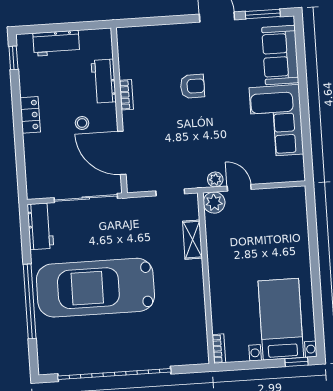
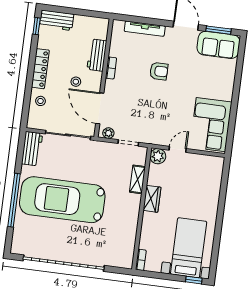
tv unit: (162, 32) -> (145, 29), added
workbench: (56, 43) -> (57, 20), moved
sofa: (280, 55) -> (218, 45), moved, turned -90
locker: (30, 115) -> (40, 69), width x1.53
corner sofa: (276, 121) -> (211, 125), moved
stool: (39, 159) -> (40, 101), added
plant: (215, 179) -> (108, 133), moved
door: (239, 188) -> (178, 149), hinge flipped
wardrobe: (218, 262) -> (152, 199), added

